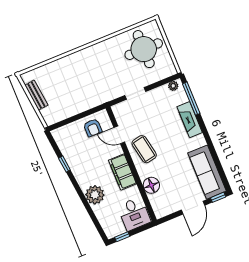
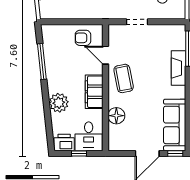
plant: (173, 86) -> (176, 30), removed
armchair: (93, 128) -> (83, 38), turned 90
window: (64, 164) -> (42, 62), width x2.17
printer: (114, 228) -> (64, 142), added
window: (122, 237) -> (79, 153), moved

